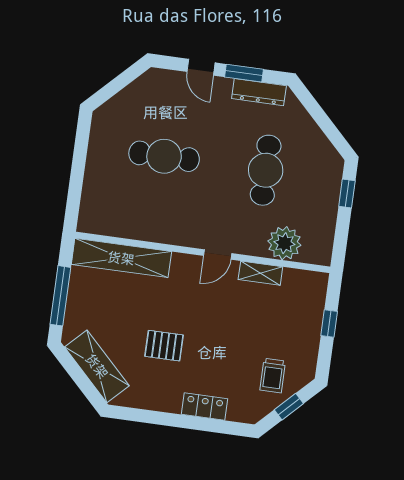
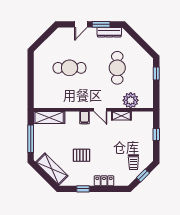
door: (201, 67) -> (81, 24), hinge flipped
door: (218, 254) -> (100, 110), hinge flipped
shelving: (121, 258) -> (49, 117), width x0.68
filing cabinet: (181, 266) -> (84, 118), added
window: (157, 418) -> (83, 189), added

